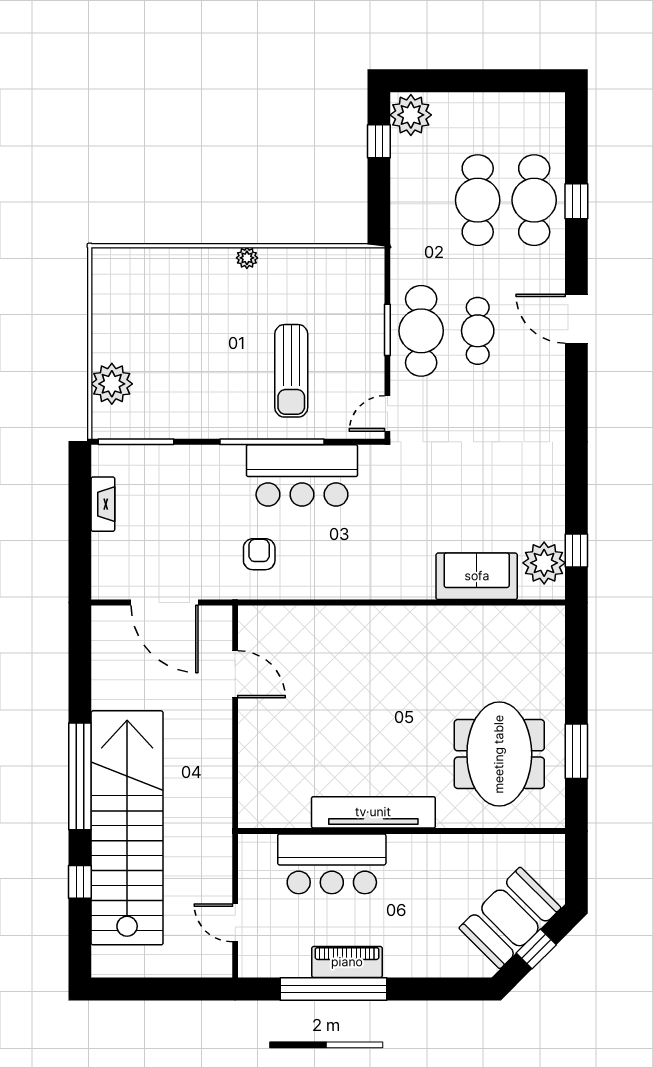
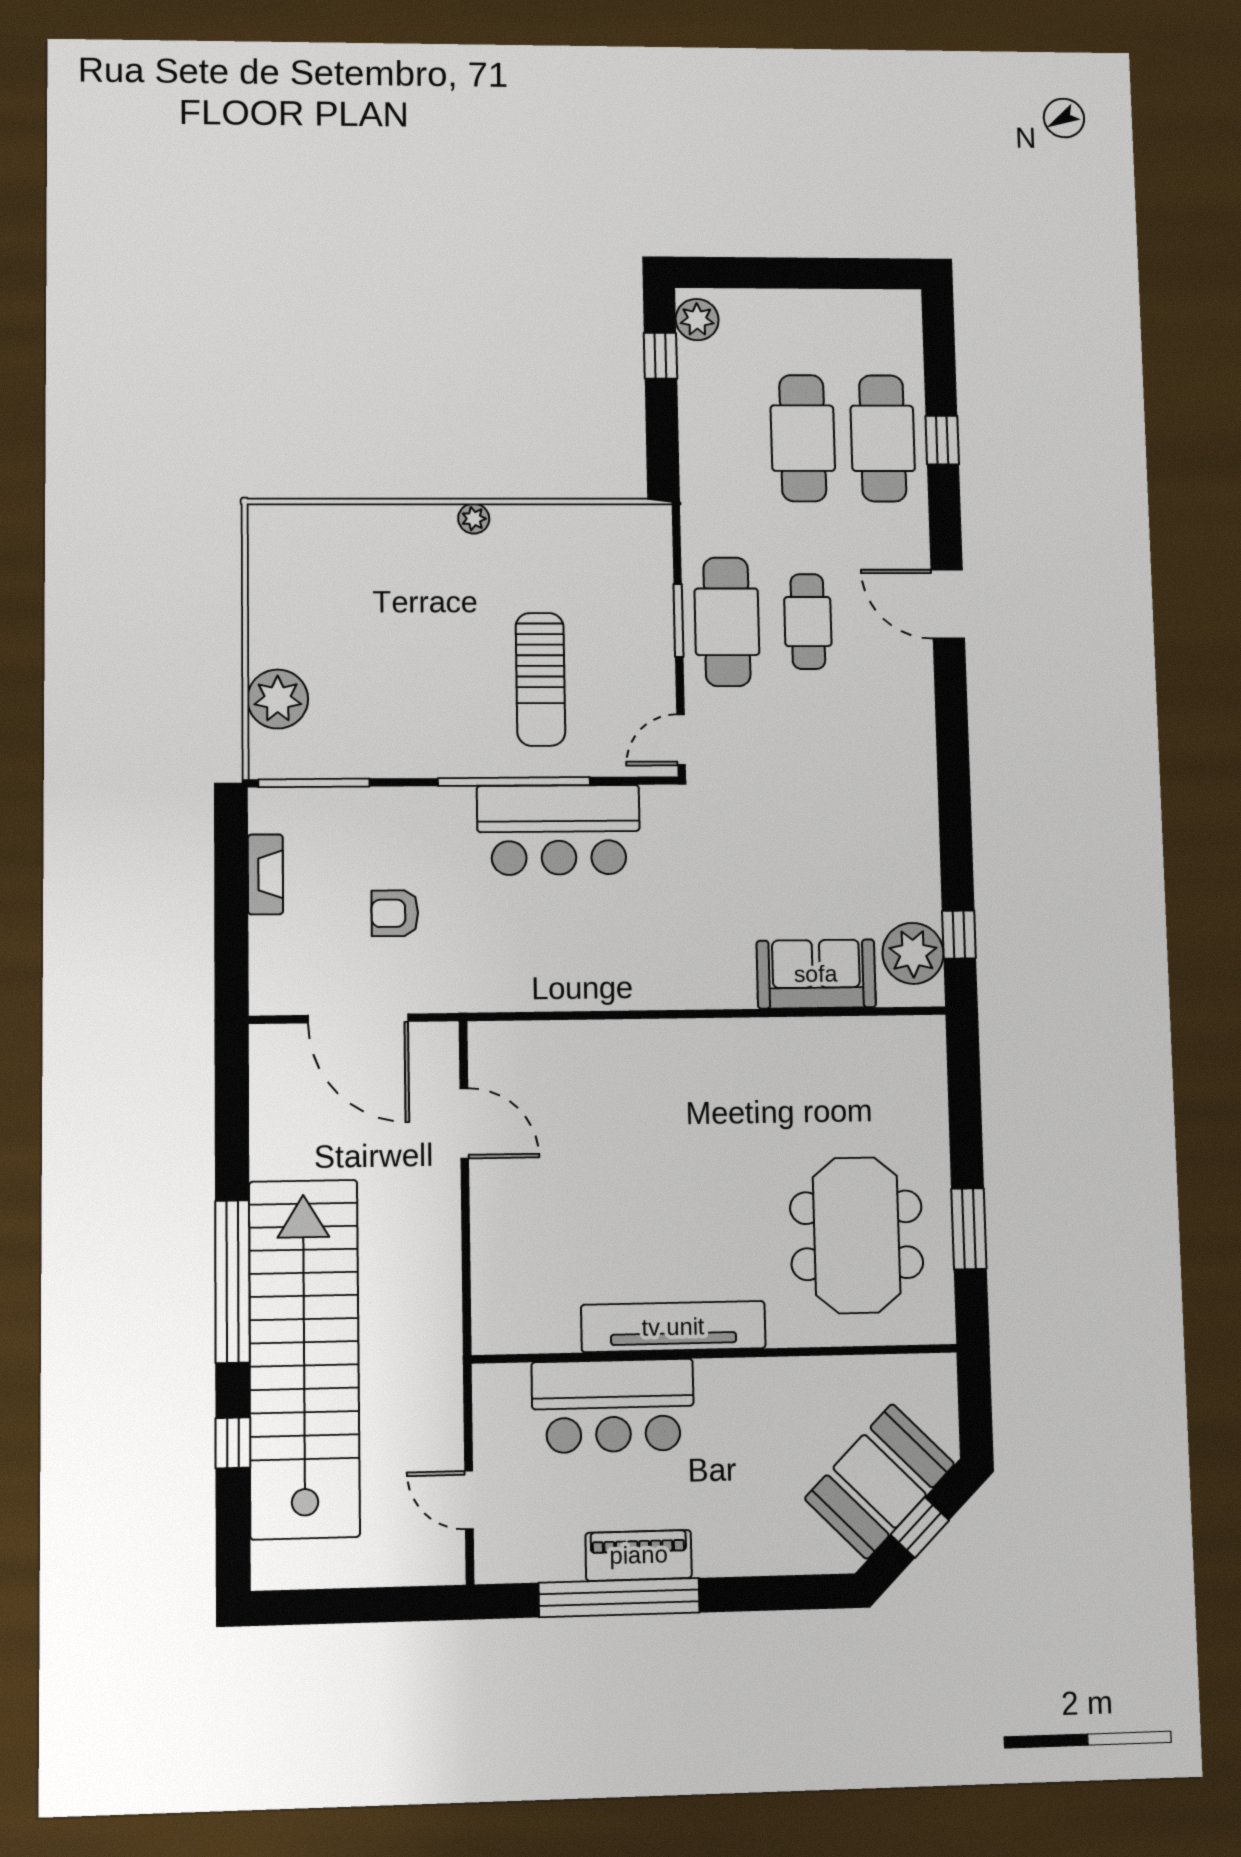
plant: (411, 115) -> (697, 320), width x0.73, depth x0.73
armchair: (259, 554) -> (395, 913), moved, turned -90

